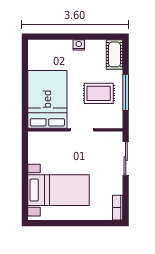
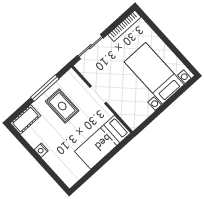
bed: (47, 99) -> (103, 142), width x0.67
bookcase: (118, 208) -> (124, 26), width x1.56

